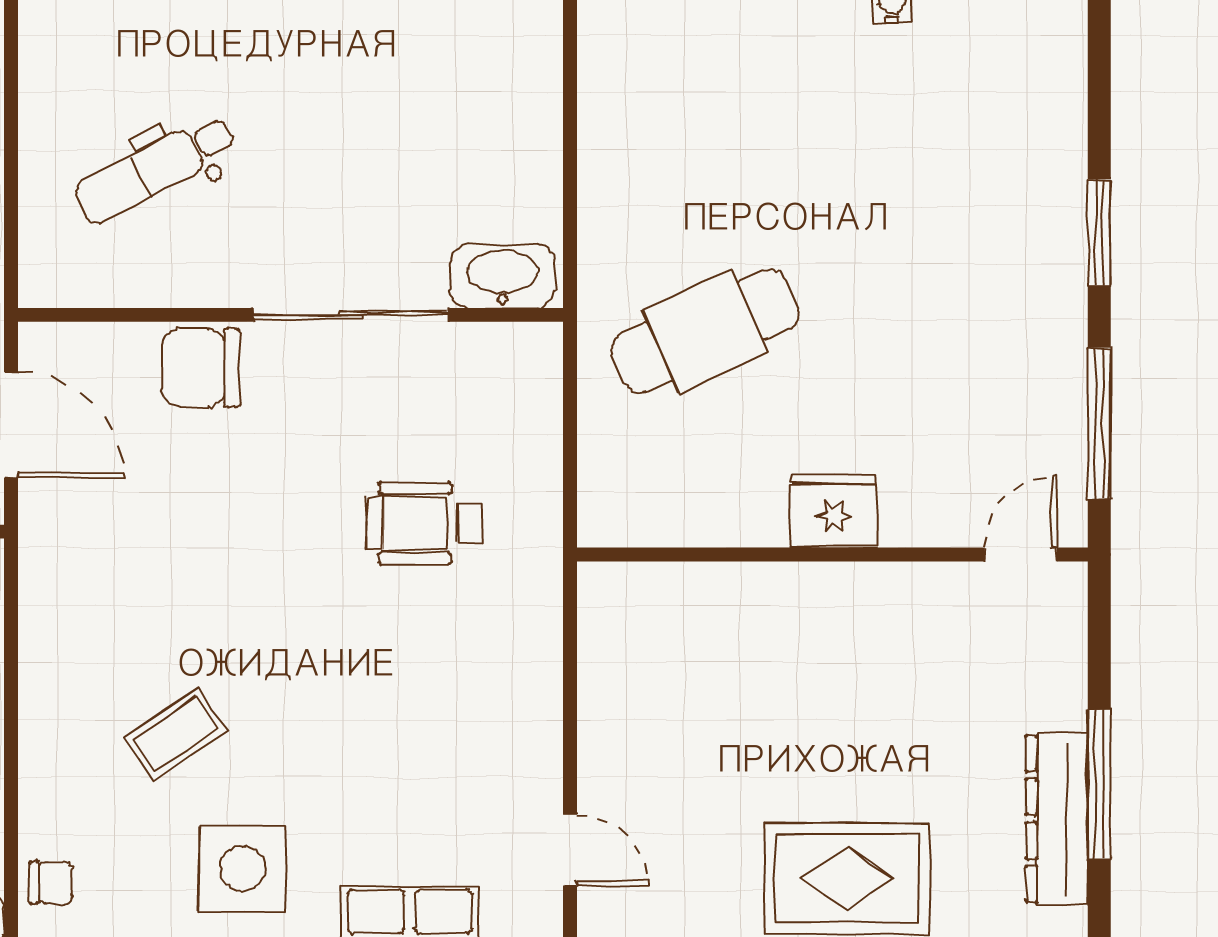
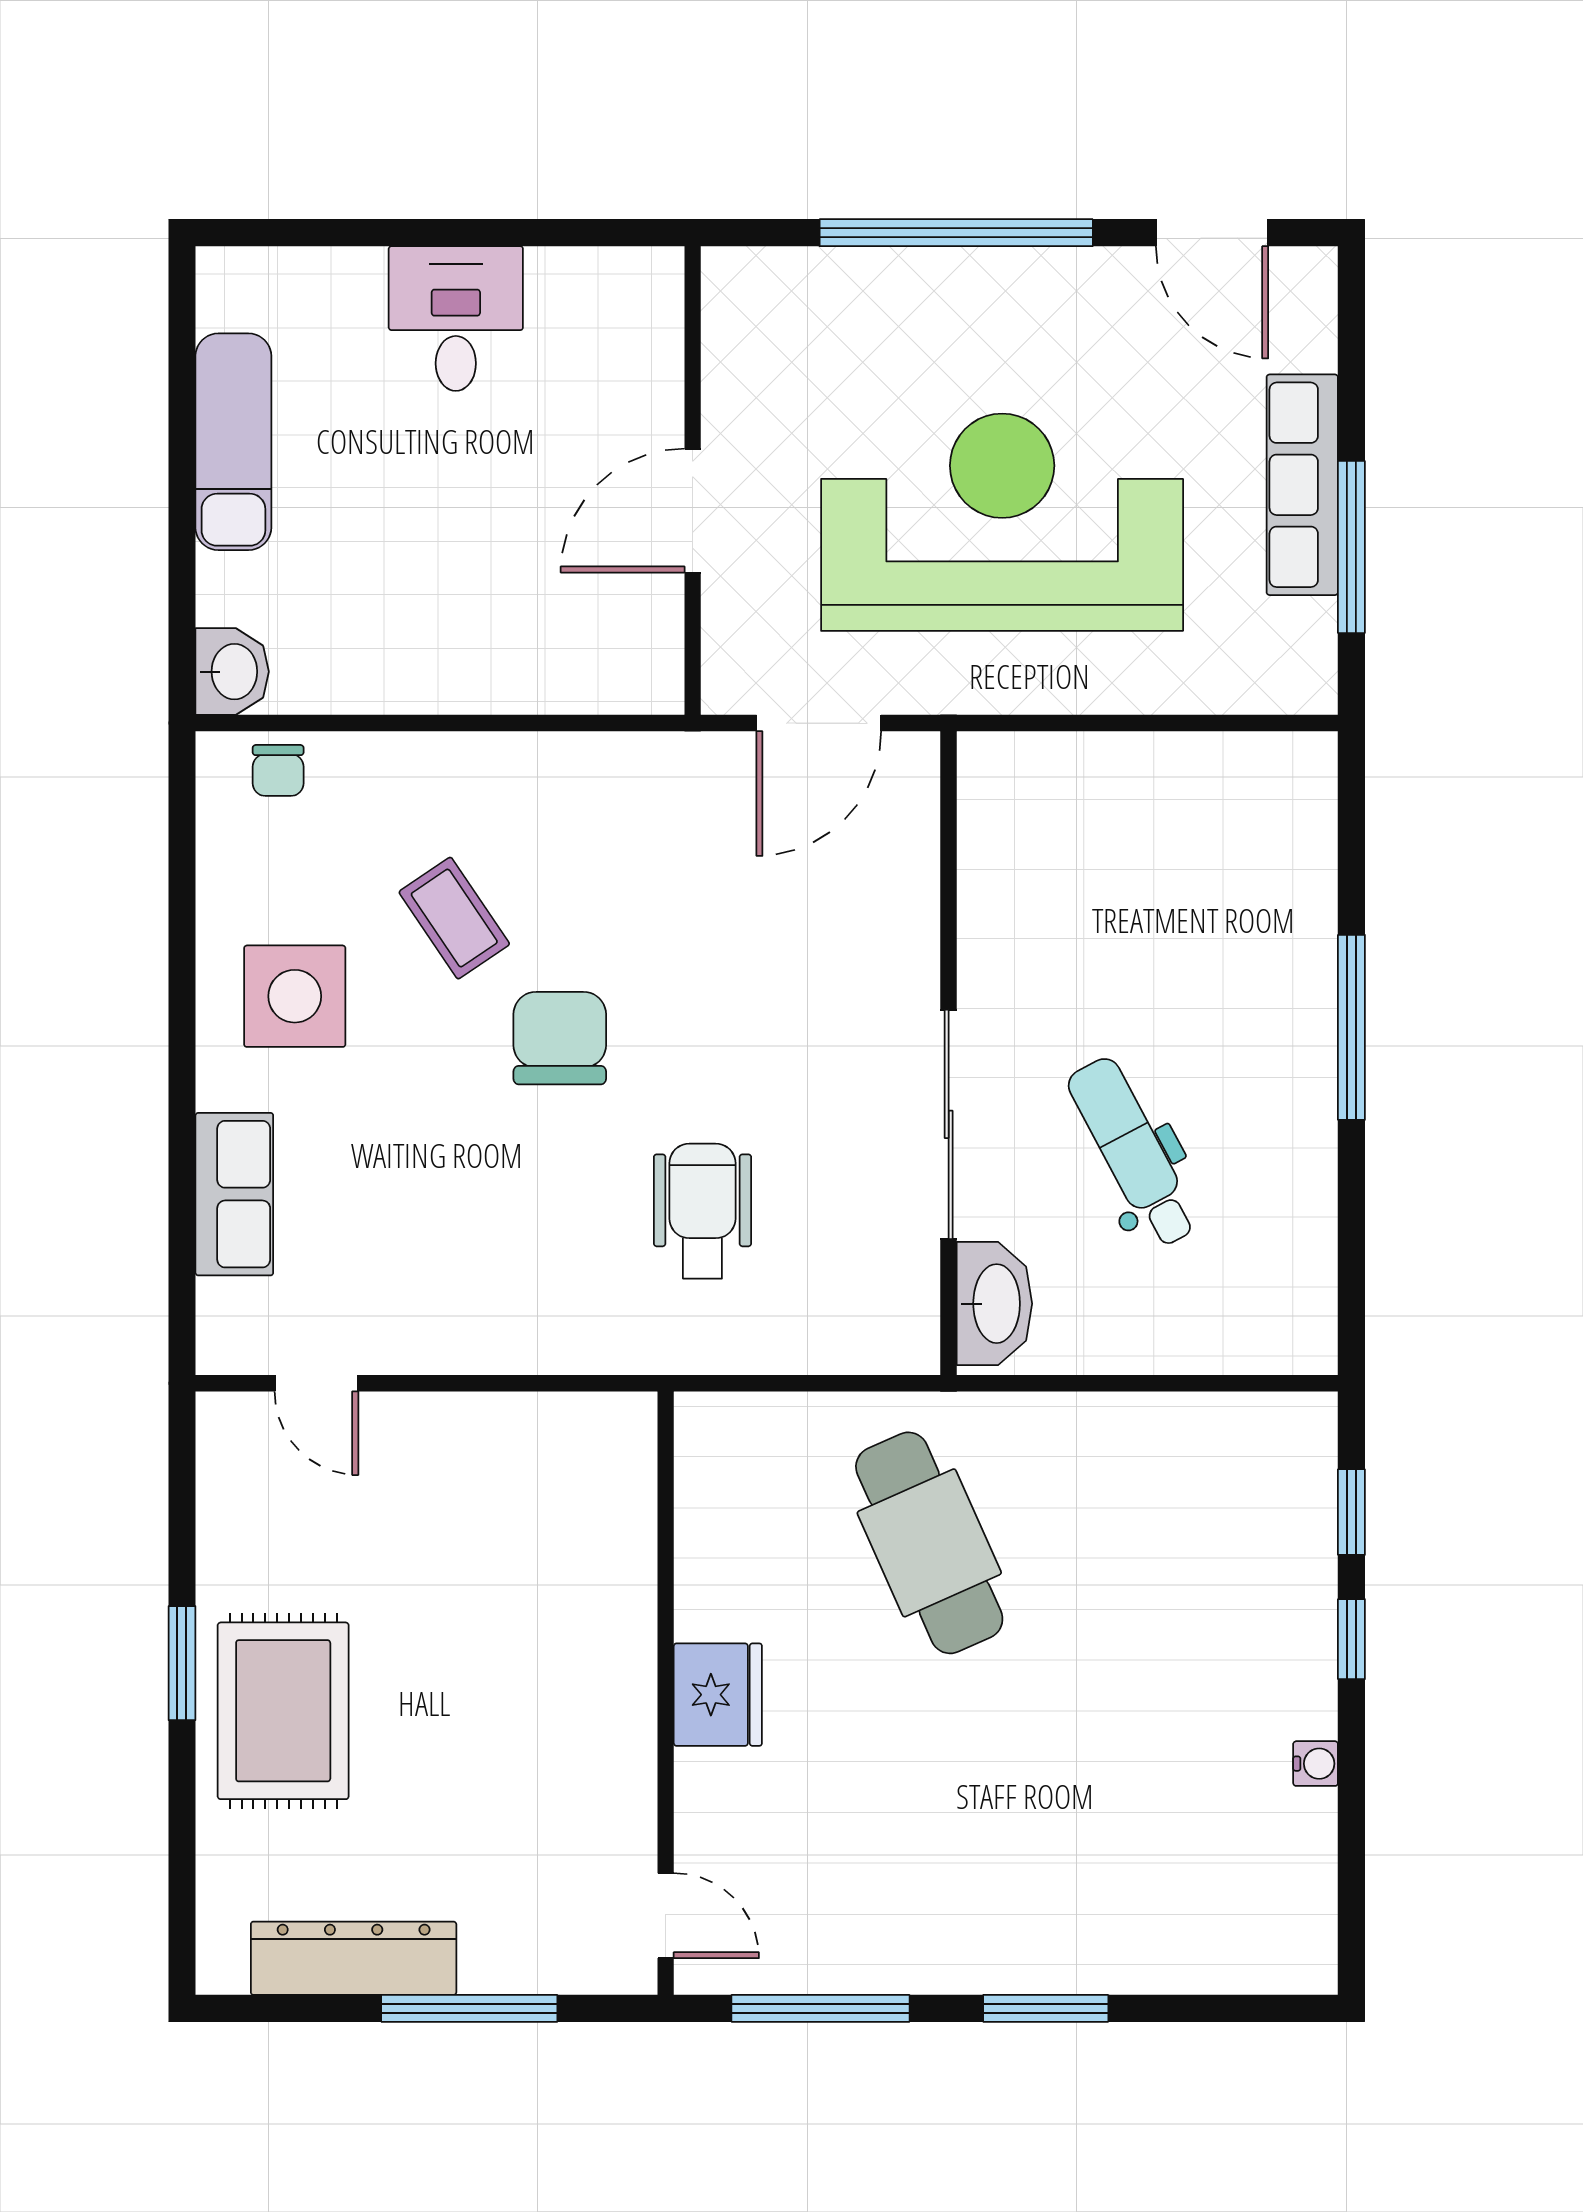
dental chair: (155, 169) -> (1133, 1152), moved
chair: (201, 368) -> (560, 1038), moved
window: (1099, 785) -> (469, 2008), moved
door: (570, 850) -> (316, 1383), hinge flipped

